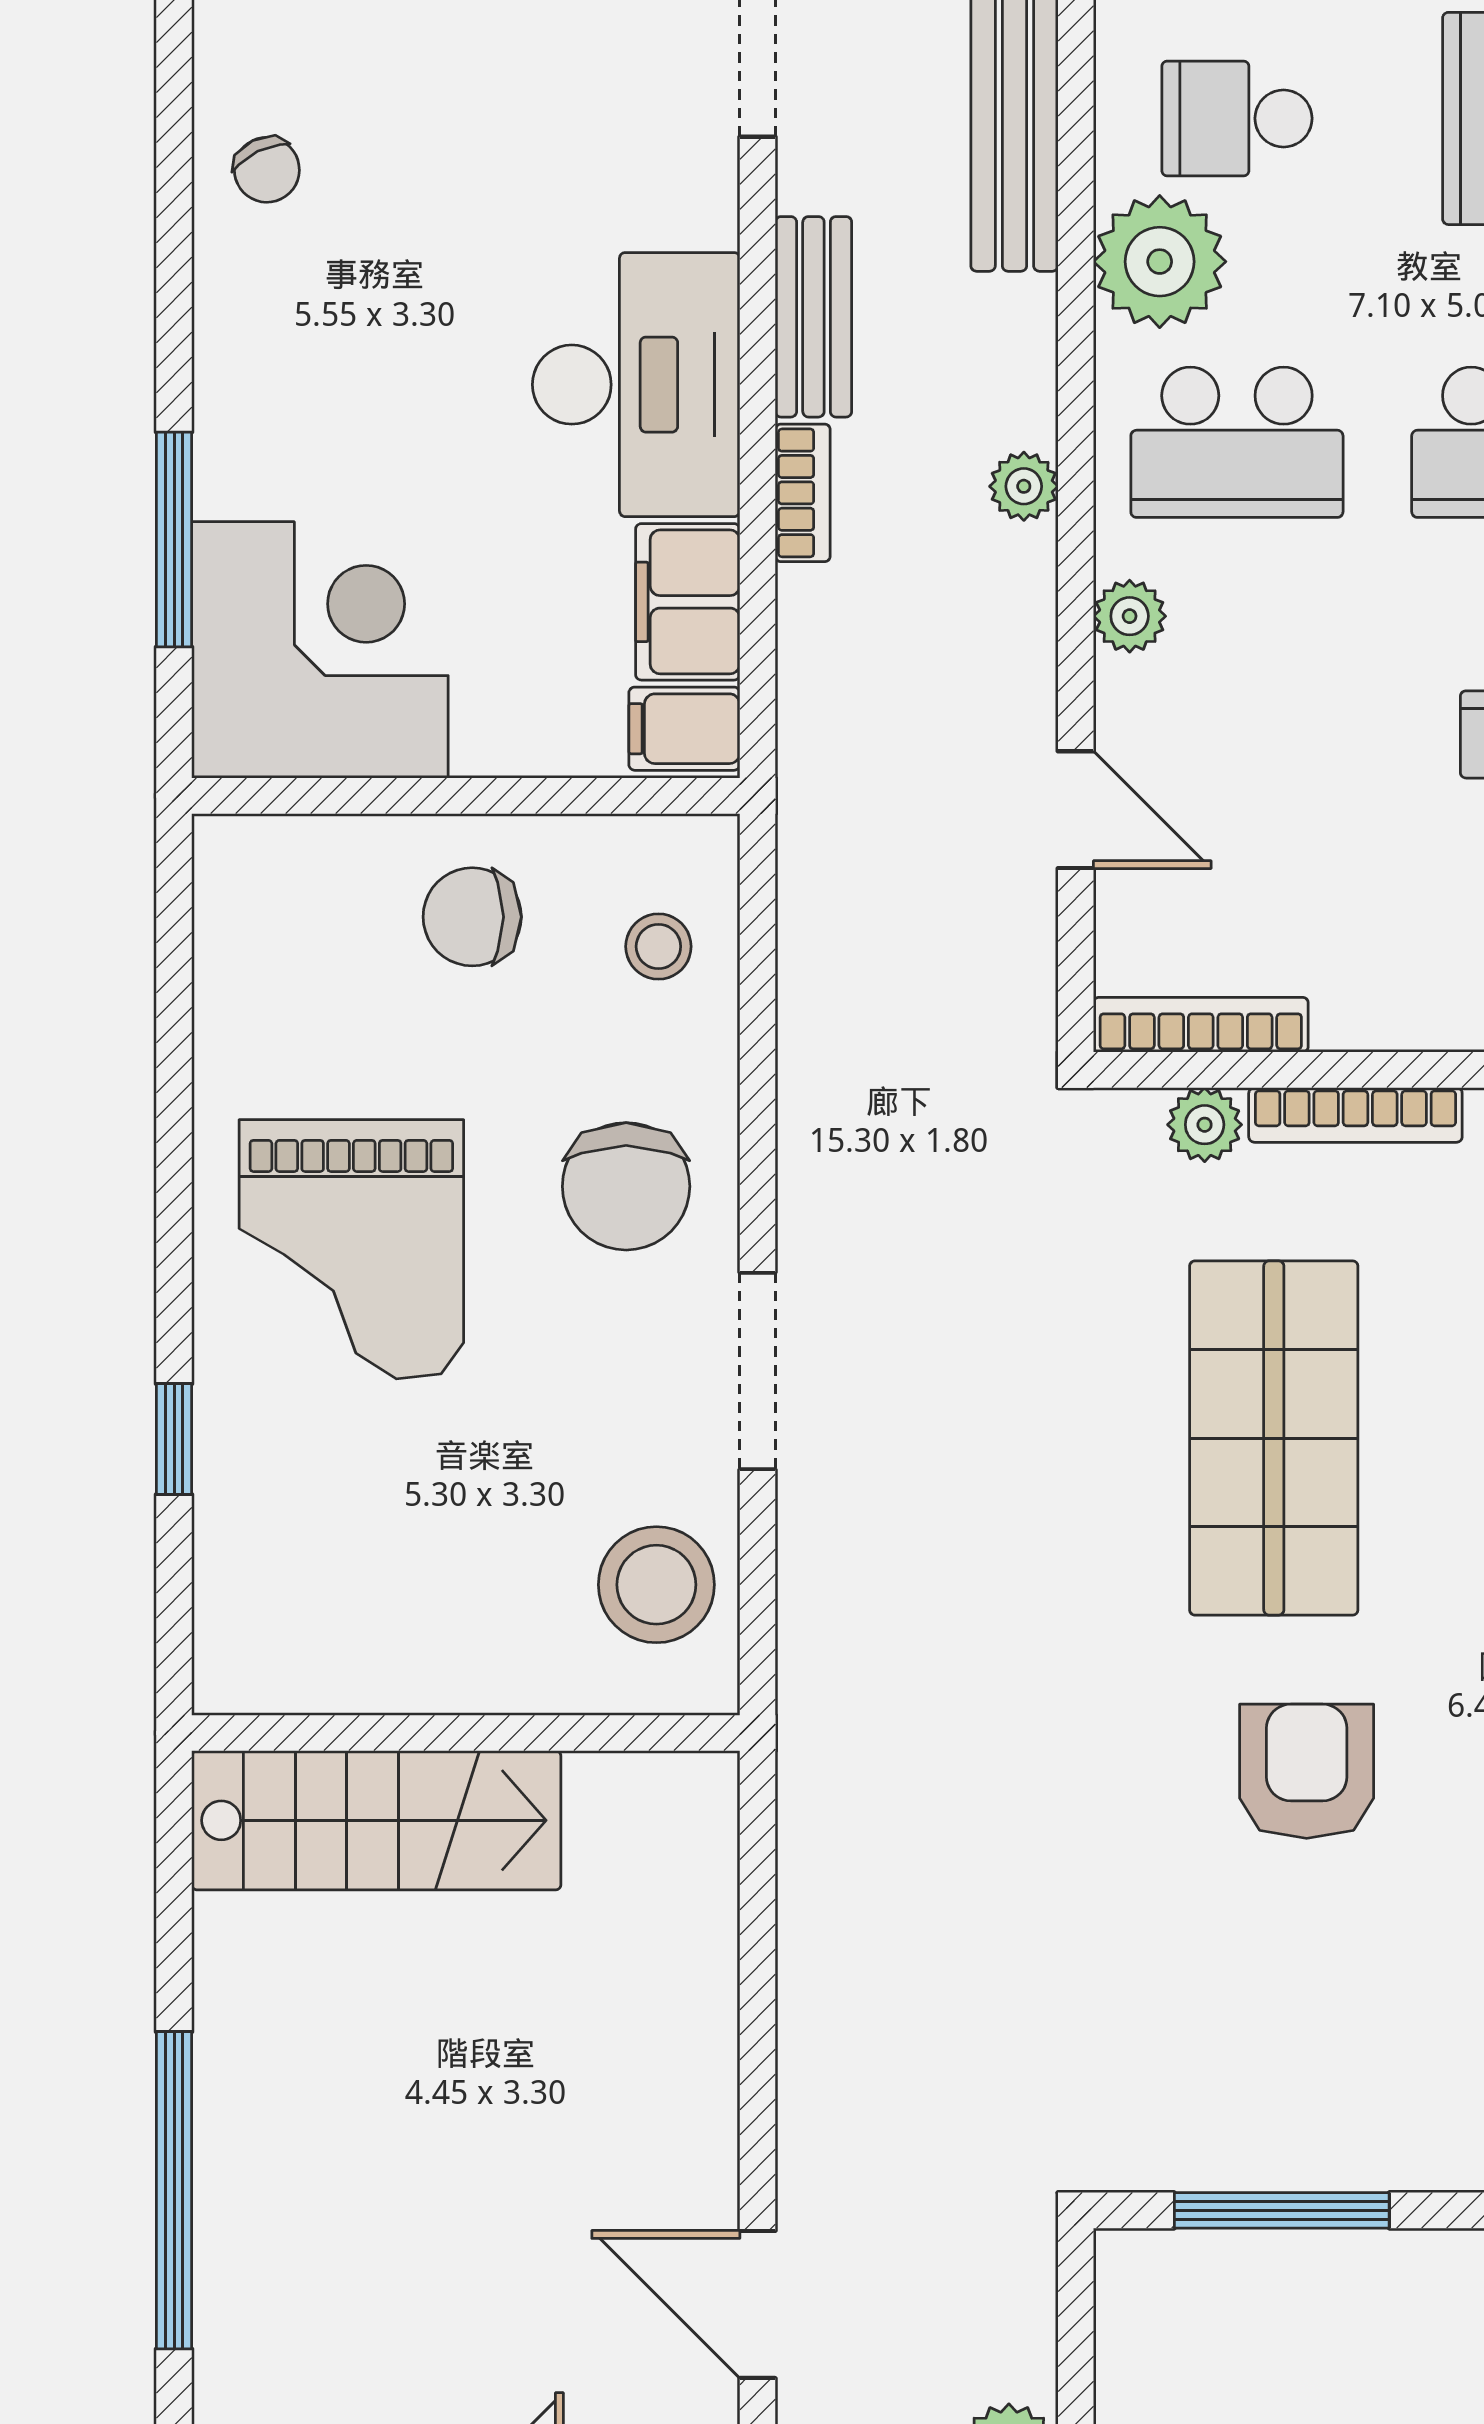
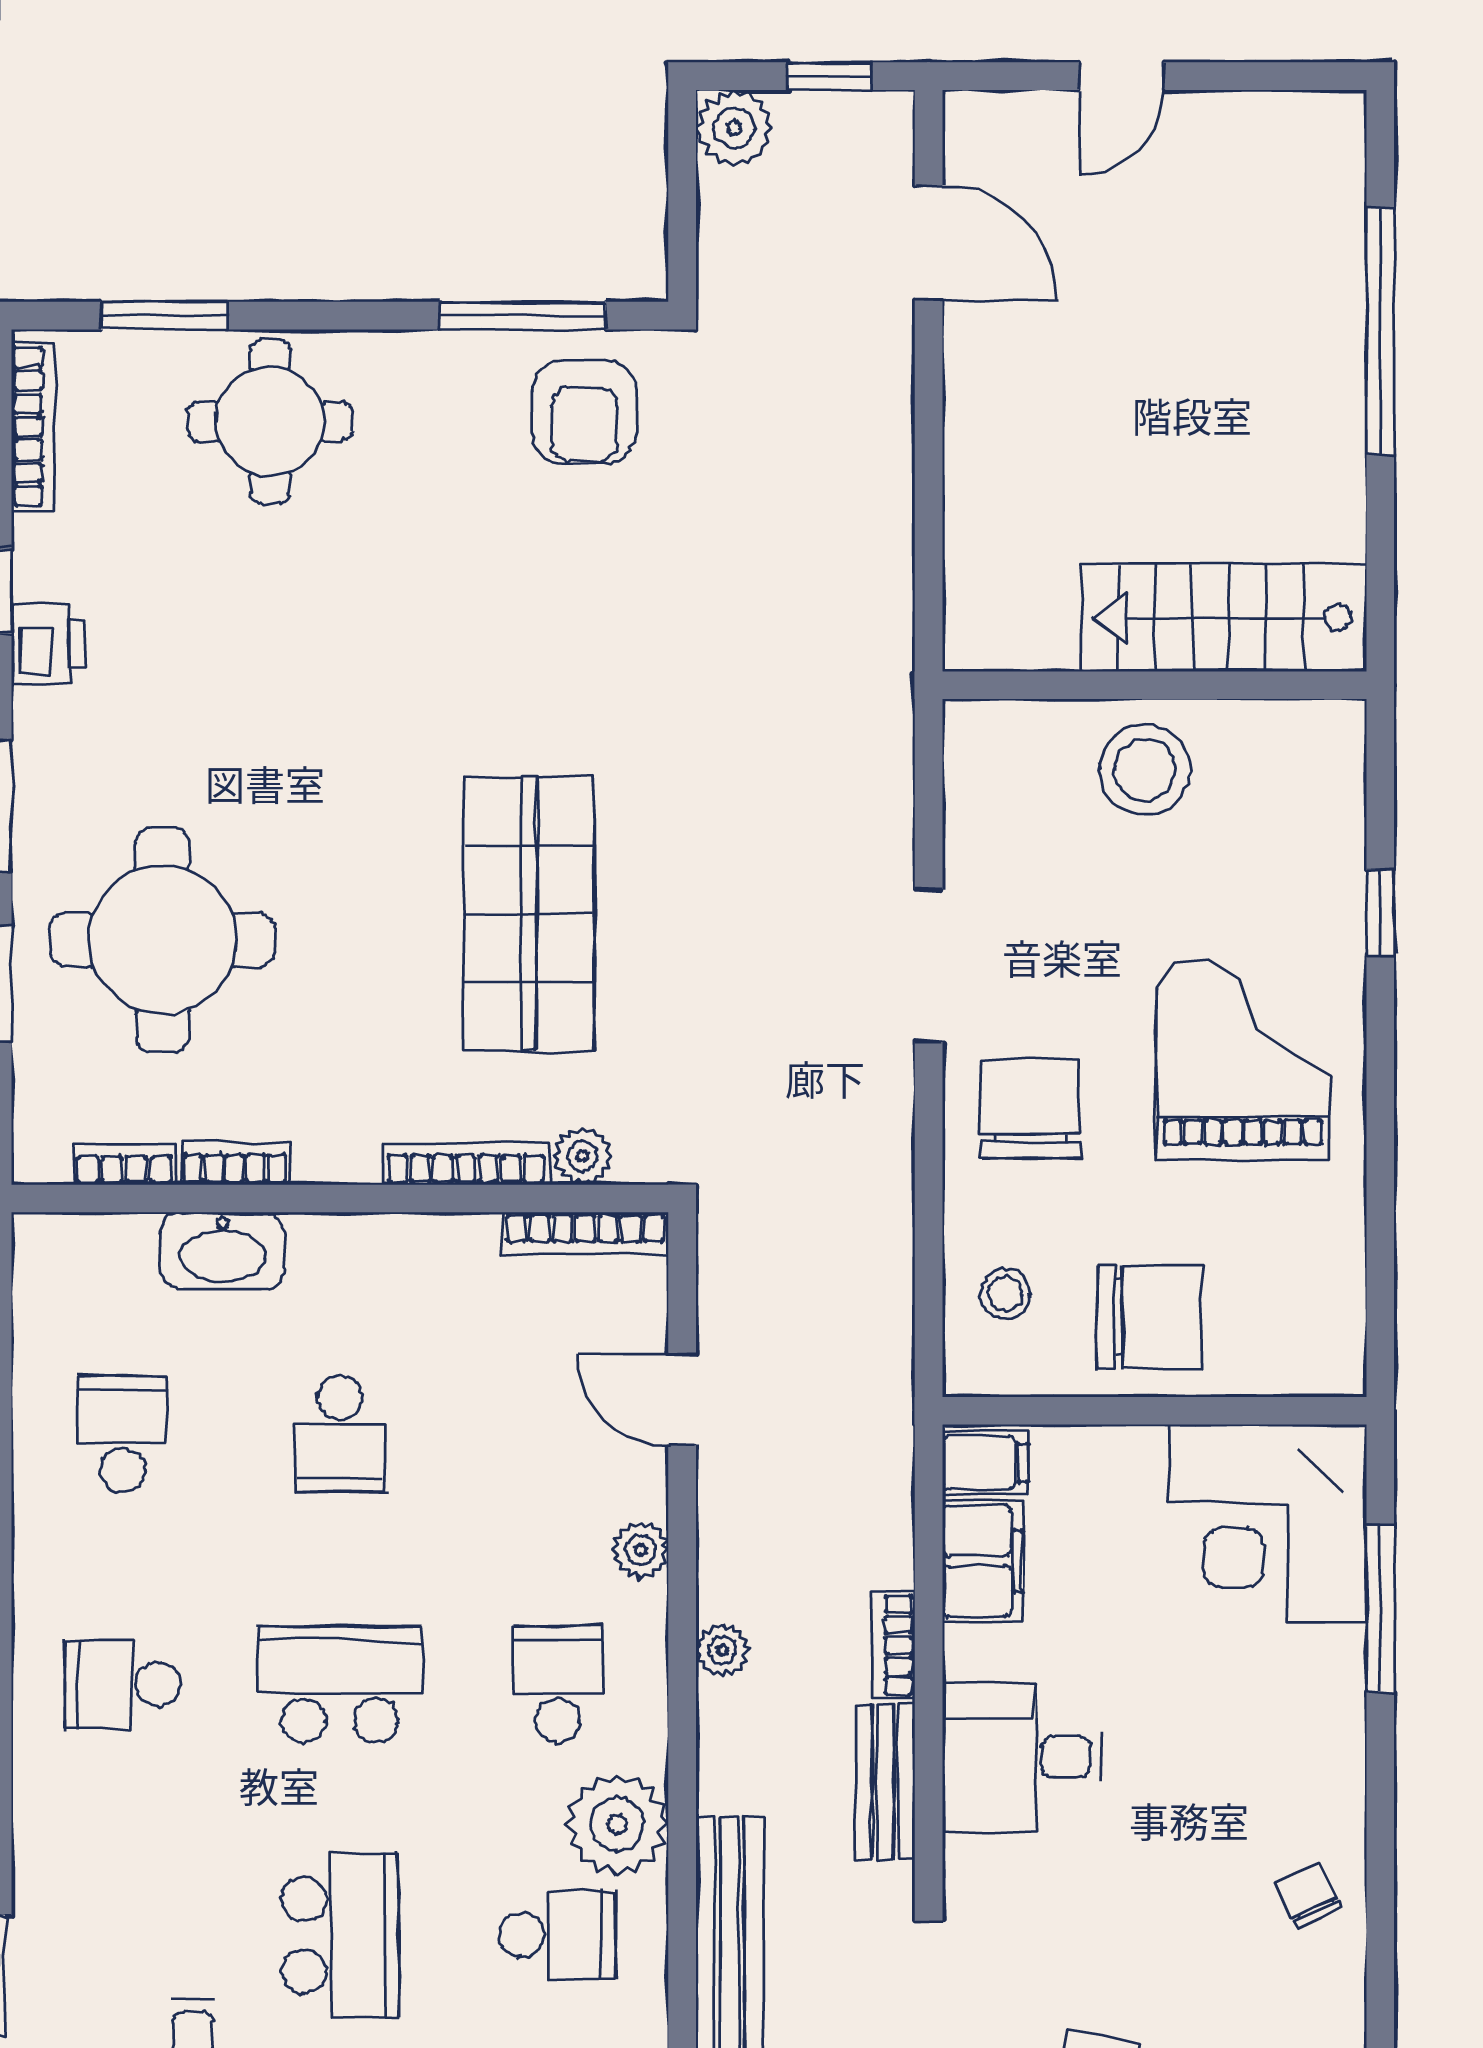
desk: (636, 385) -> (1023, 1757), width x0.73
school desk: (1237, 442) -> (557, 1684), width x0.54
chair: (472, 917) -> (1149, 1317), width x1.37, depth x1.37
stool: (656, 1585) -> (1145, 770), moved
armchair: (1307, 1771) -> (584, 412), moved

